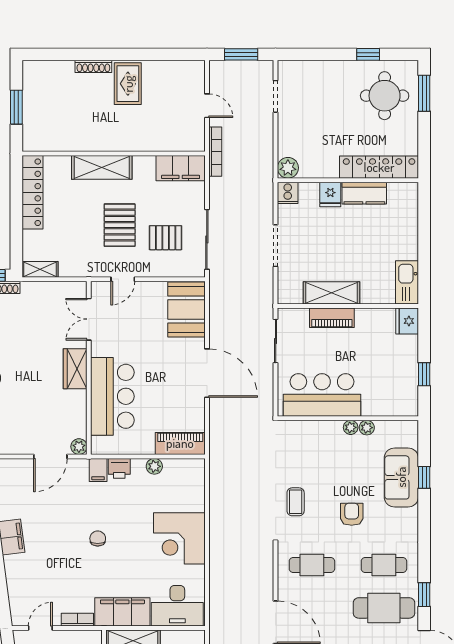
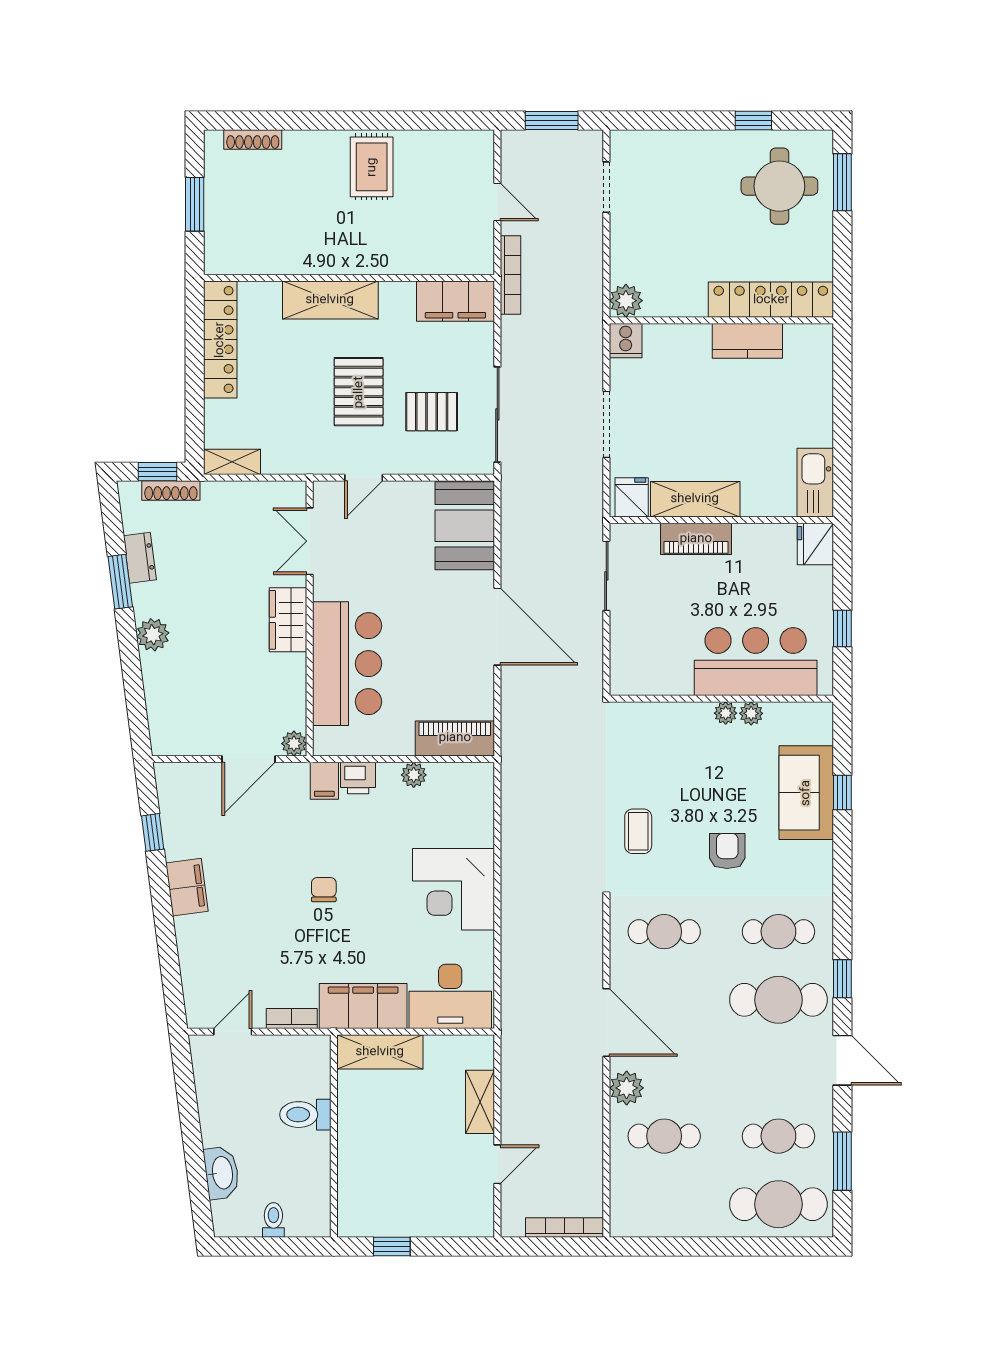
shoe rack: (93, 66) -> (253, 139), moved
fridge: (330, 194) -> (632, 497), moved, turned 180
bar counter: (322, 395) -> (756, 662), moved

